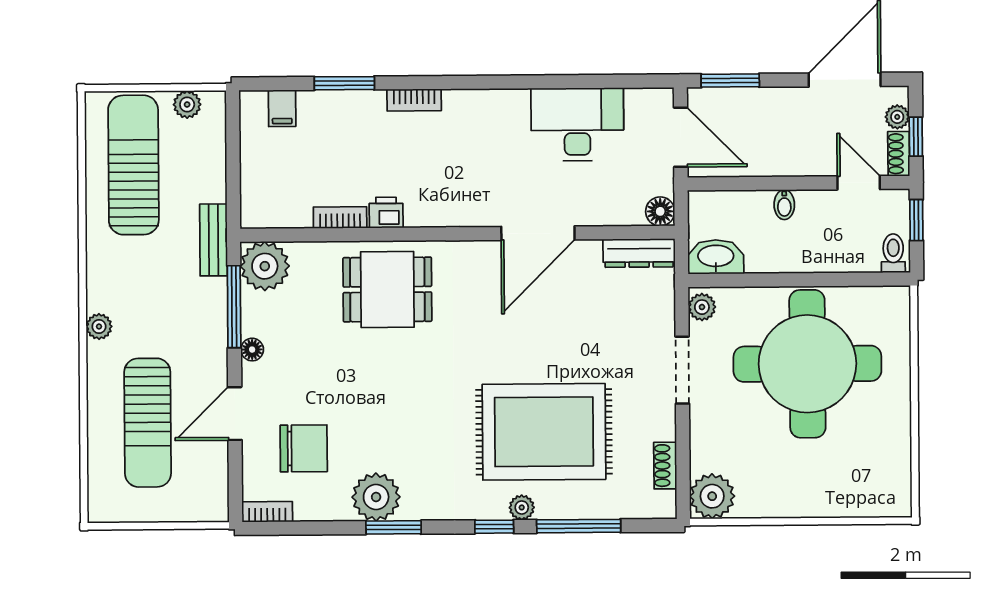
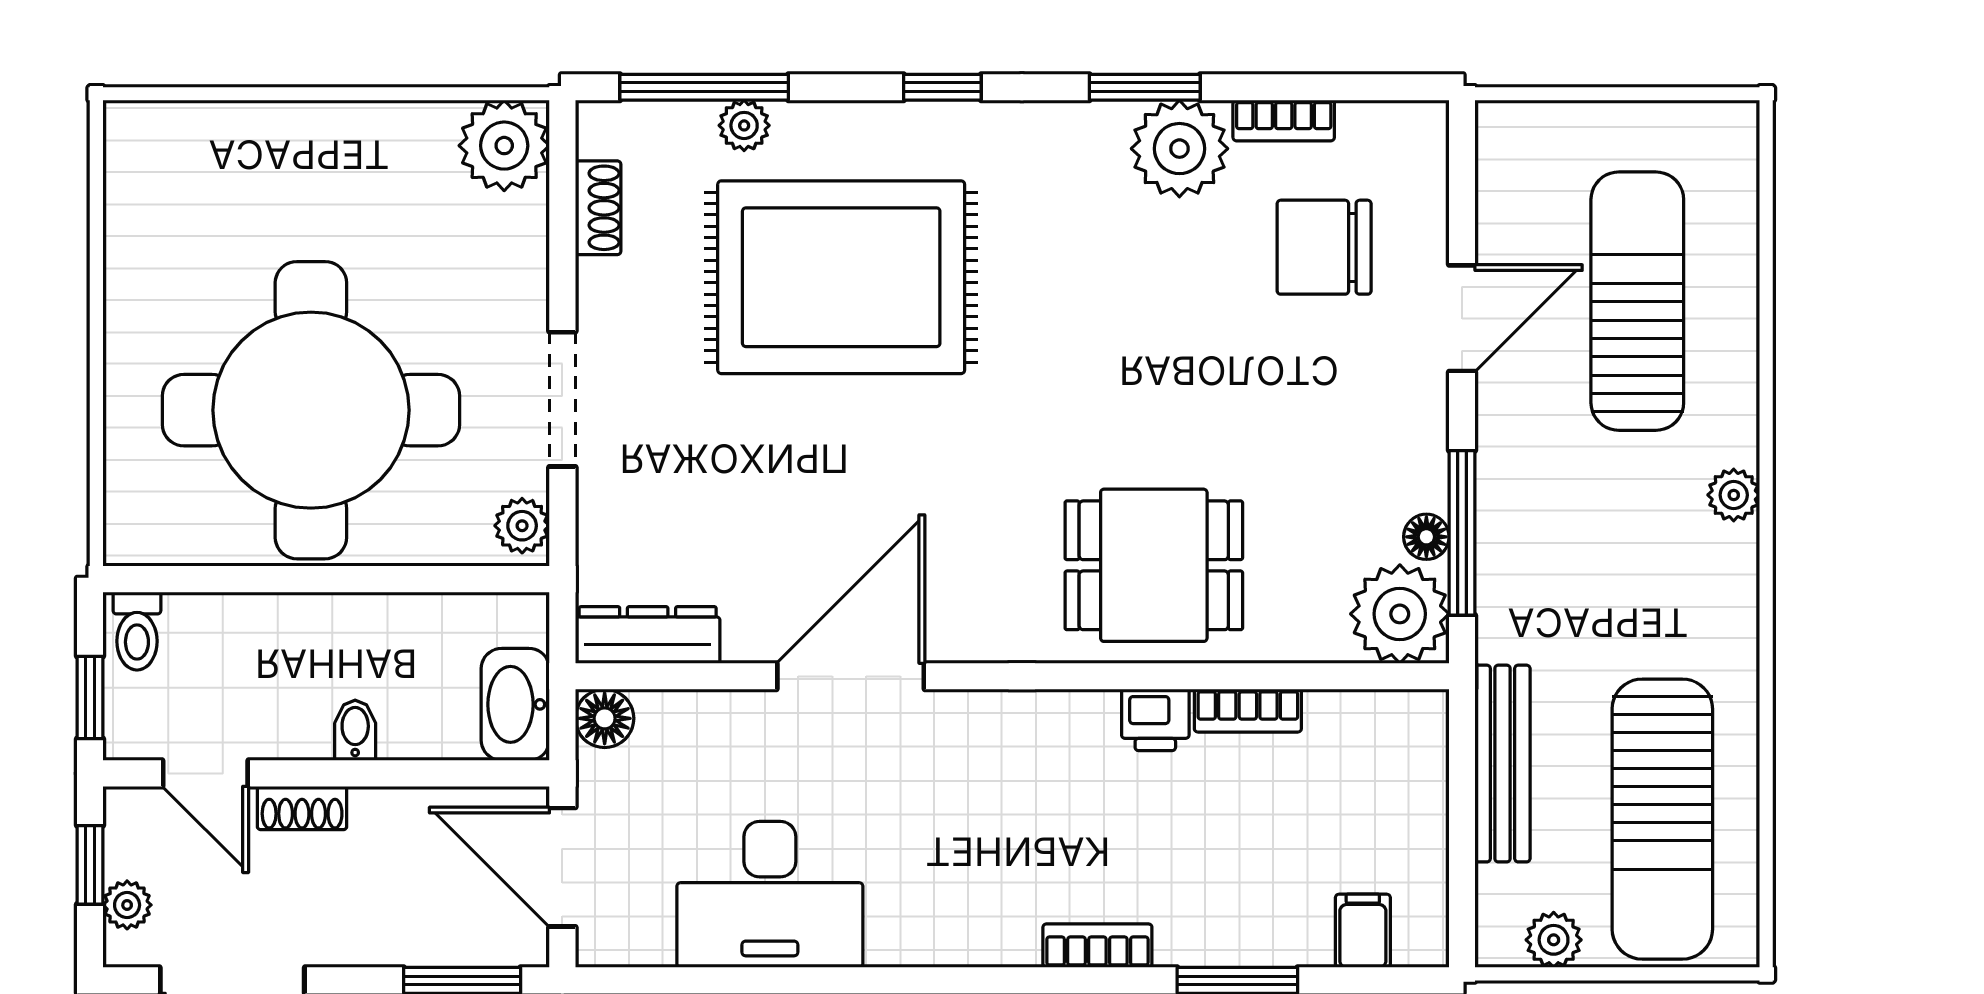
shoe rack: (899, 154) -> (302, 808), moved, turned 90
bench: (213, 240) -> (1503, 764), moved, width x1.36
washbasin: (716, 257) -> (515, 704), moved, turned 90
floor lamp: (252, 350) -> (1426, 537), moved
plant: (522, 507) -> (744, 125), moved
bookcase: (267, 512) -> (1284, 121), moved
window: (579, 526) -> (704, 87), moved

